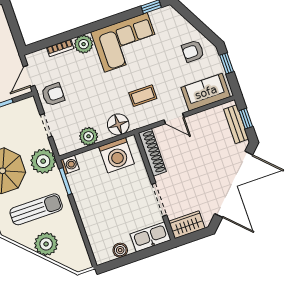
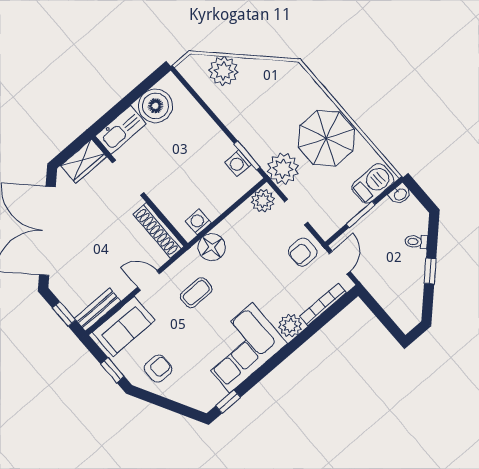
bookcase: (60, 48) -> (323, 304), width x1.56
bench: (236, 124) -> (98, 310), moved, turned 90
plant: (89, 136) -> (263, 201), moved
washing machine: (117, 155) -> (198, 222), width x0.53, depth x0.53
washing machine: (70, 165) -> (238, 163), moved
sun lounger: (36, 209) -> (269, 109), removed
plant: (46, 244) -> (223, 71), moved
boiler: (120, 250) -> (155, 106), width x1.86, depth x1.86

